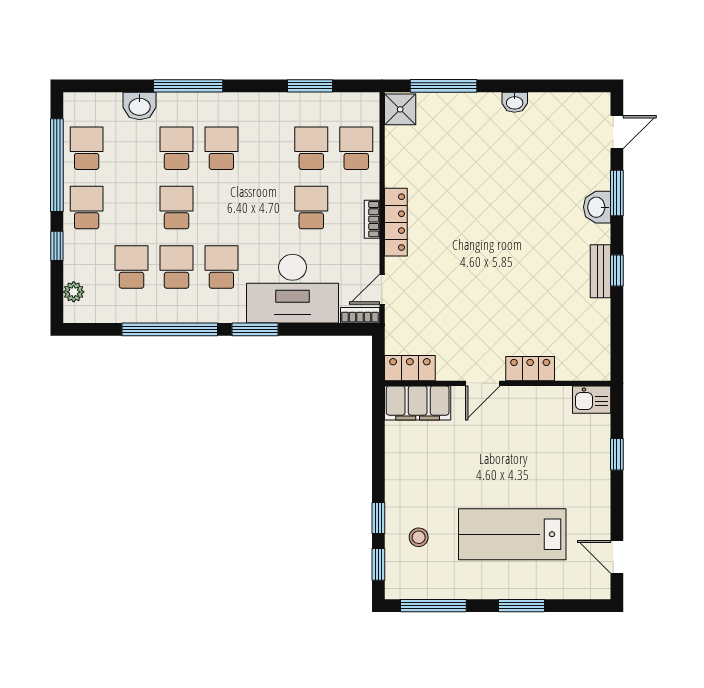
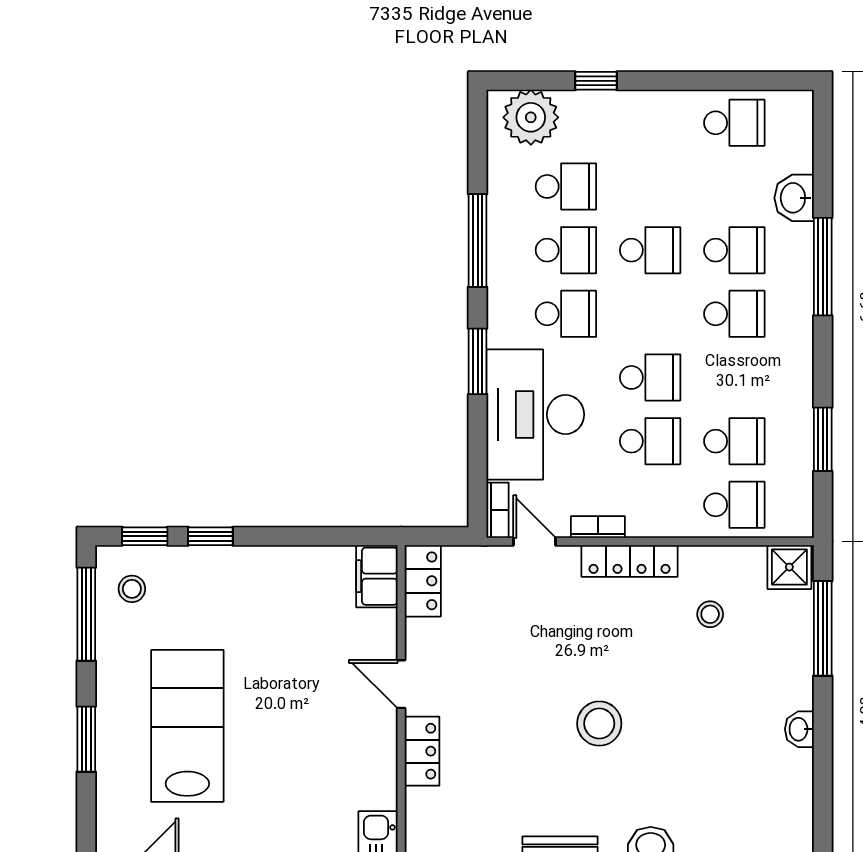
window: (57, 165) -> (710, 81), removed
stool: (433, 165) -> (710, 614), added
school desk: (87, 208) -> (650, 377), moved
bookcase: (372, 219) -> (598, 527), moved
stool: (511, 243) -> (599, 724), added
plant: (74, 292) -> (531, 117), width x1.87, depth x1.87
window: (170, 329) -> (478, 241), width x0.68
filing cabinet: (418, 403) -> (377, 576), width x0.67, depth x0.86
stool: (419, 537) -> (132, 589), moved

